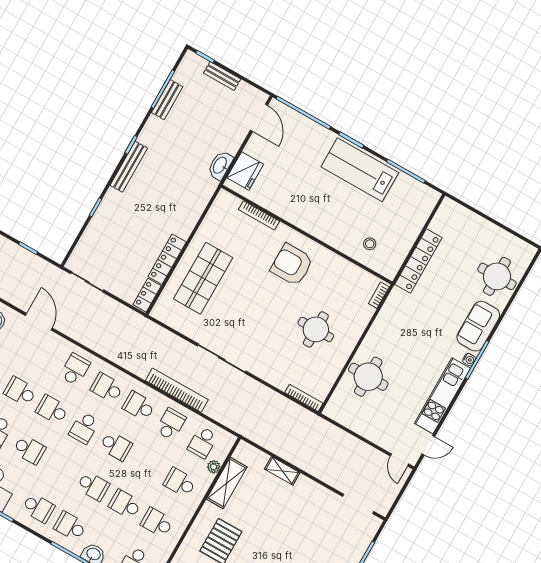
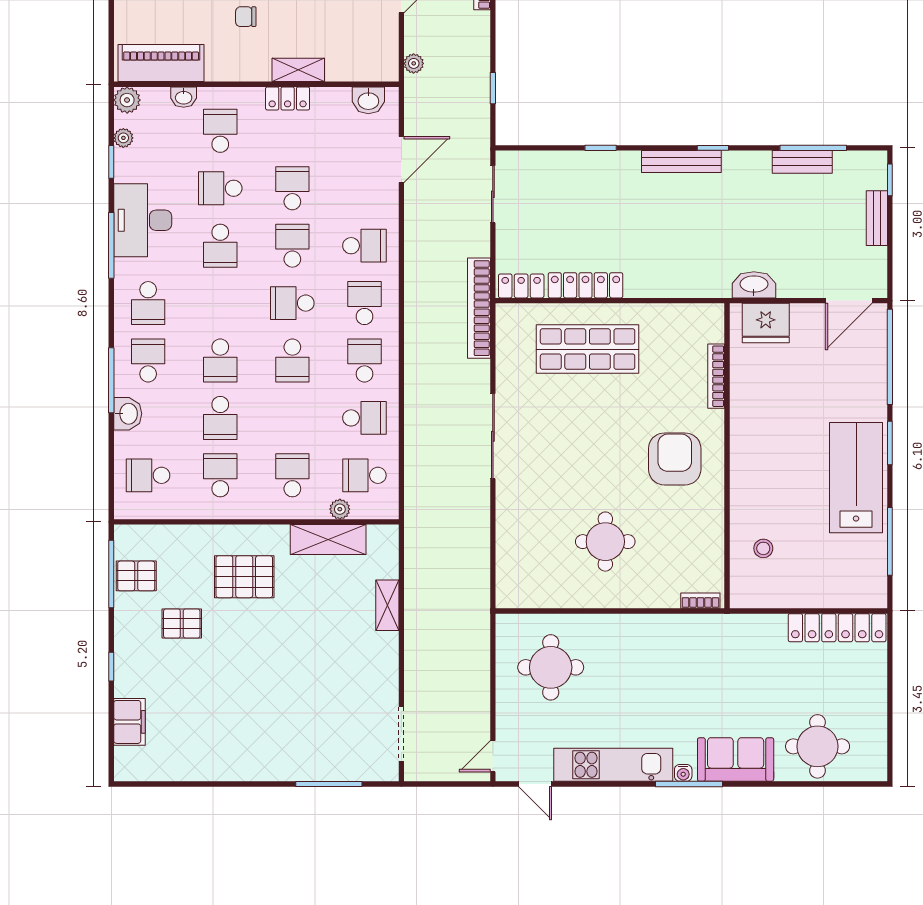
locker: (418, 261) -> (837, 628), moved
round table: (368, 377) -> (551, 667), moved
bookcase: (177, 390) -> (479, 308), moved, turned 180
bookcase: (304, 398) -> (503, 578), removed
school desk: (125, 504) -> (220, 418), turned 180

